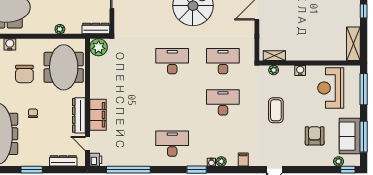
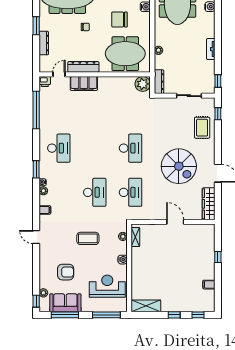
dresser: (63, 161) -> (44, 43), moved

